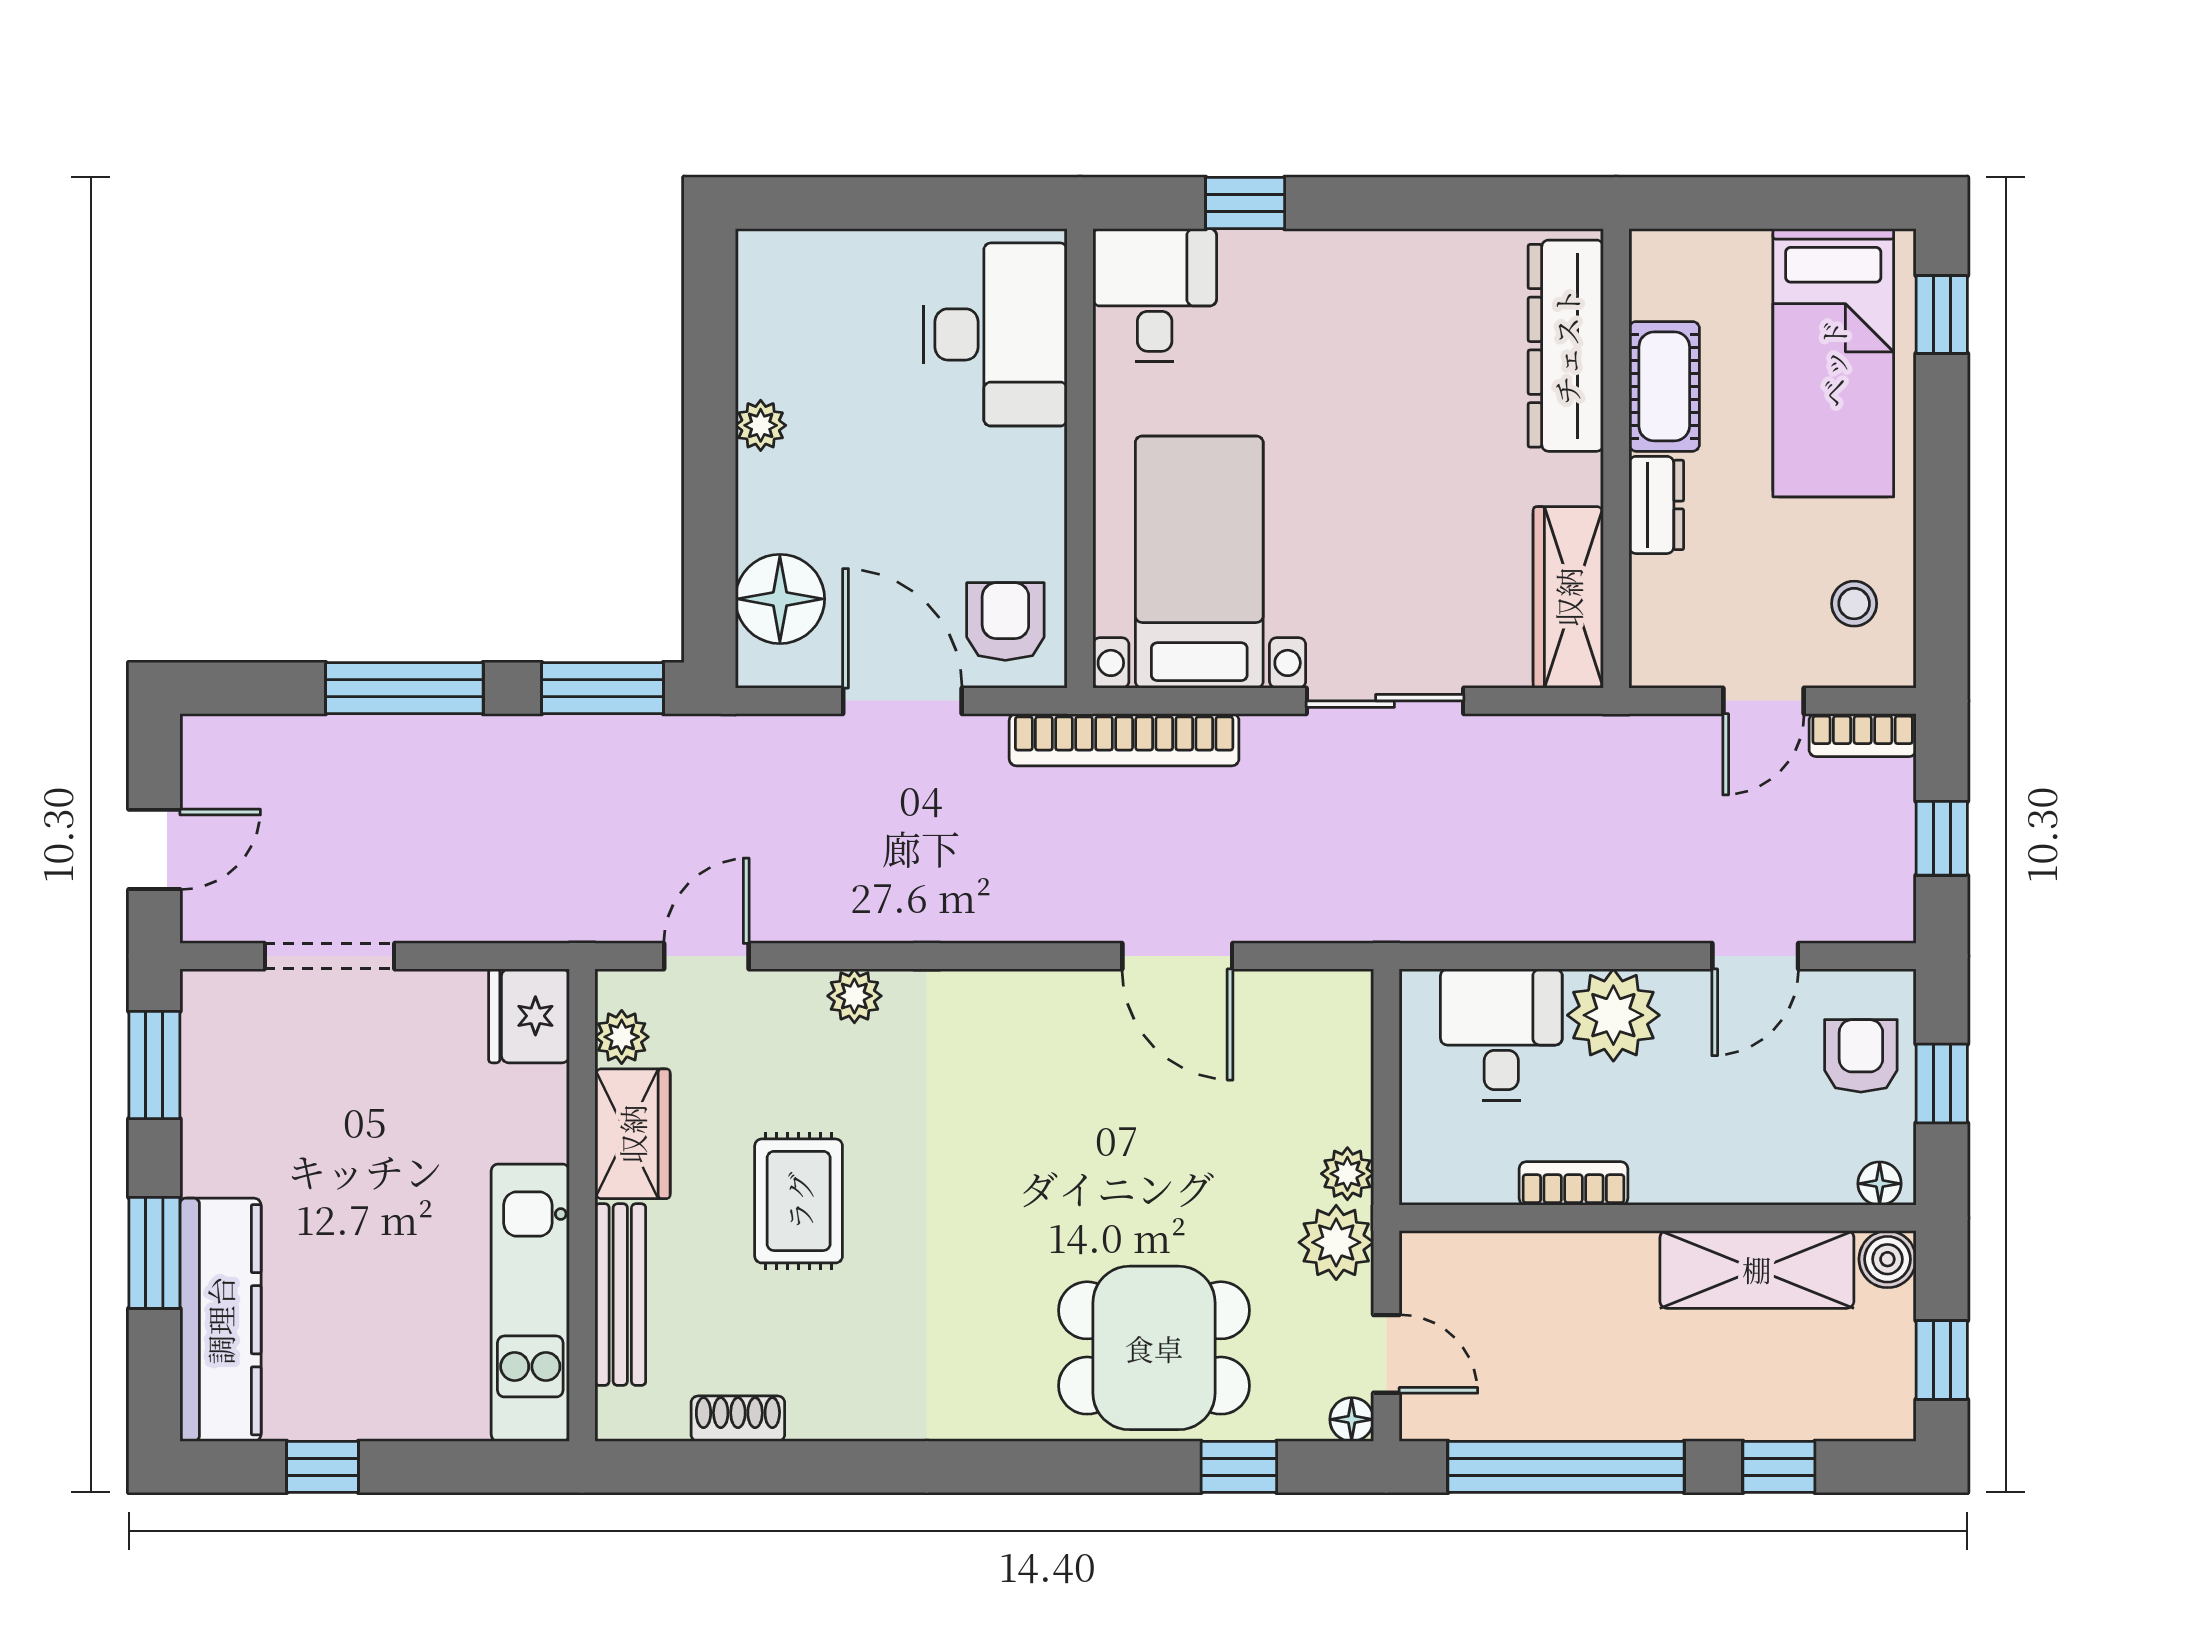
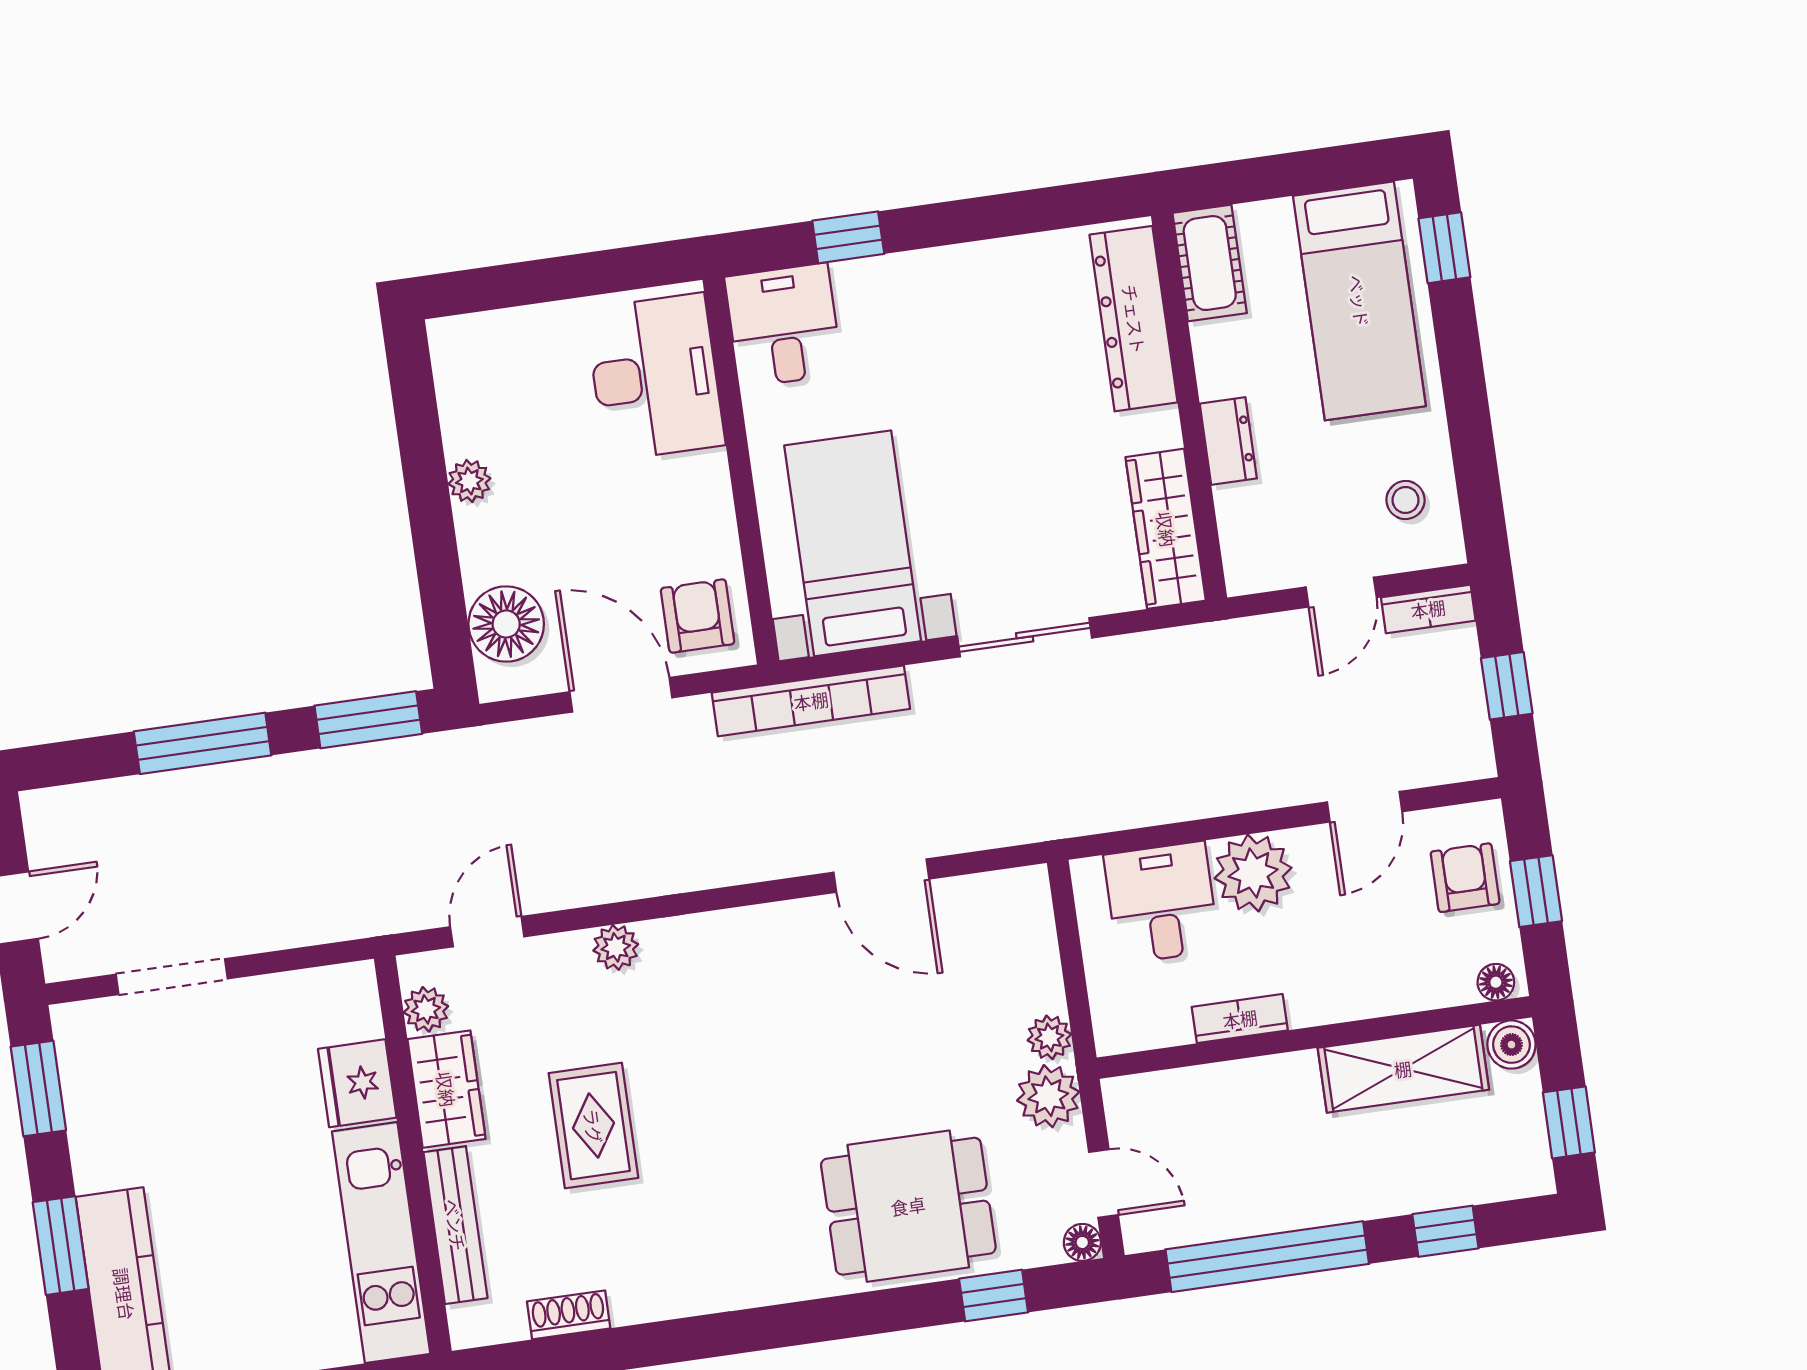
cot: (1664, 386) -> (1210, 263), moved
fridge: (529, 1016) -> (357, 1083), moved

